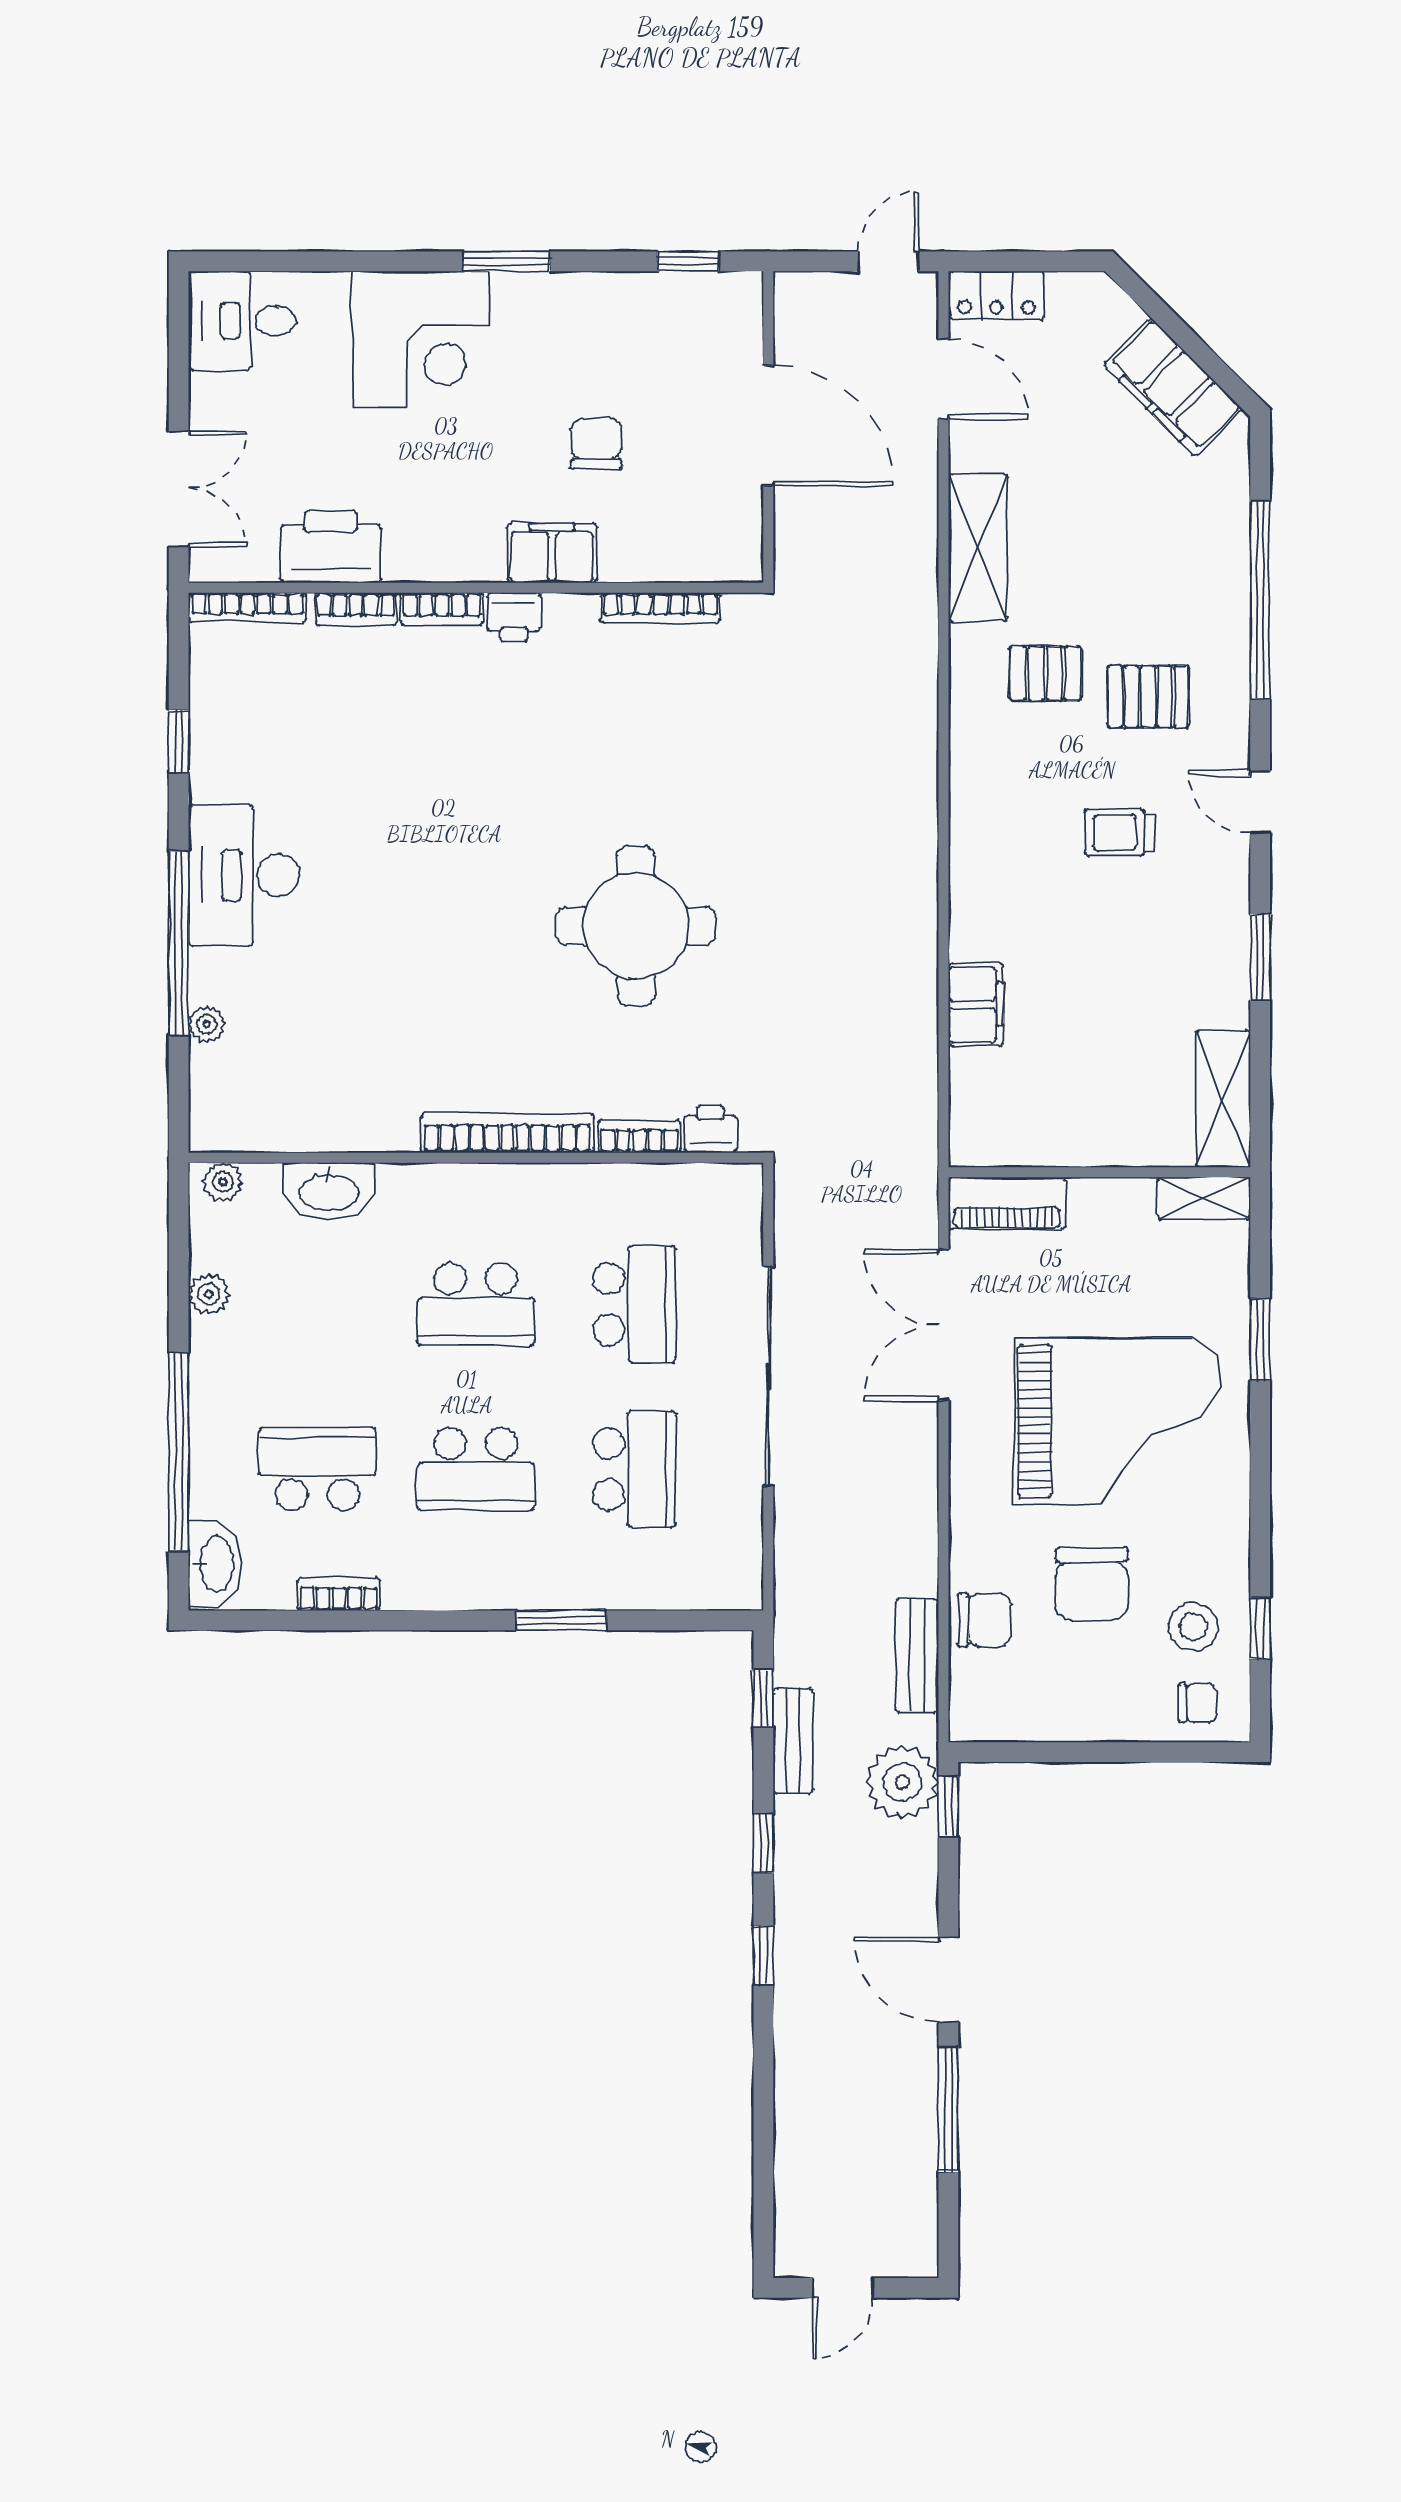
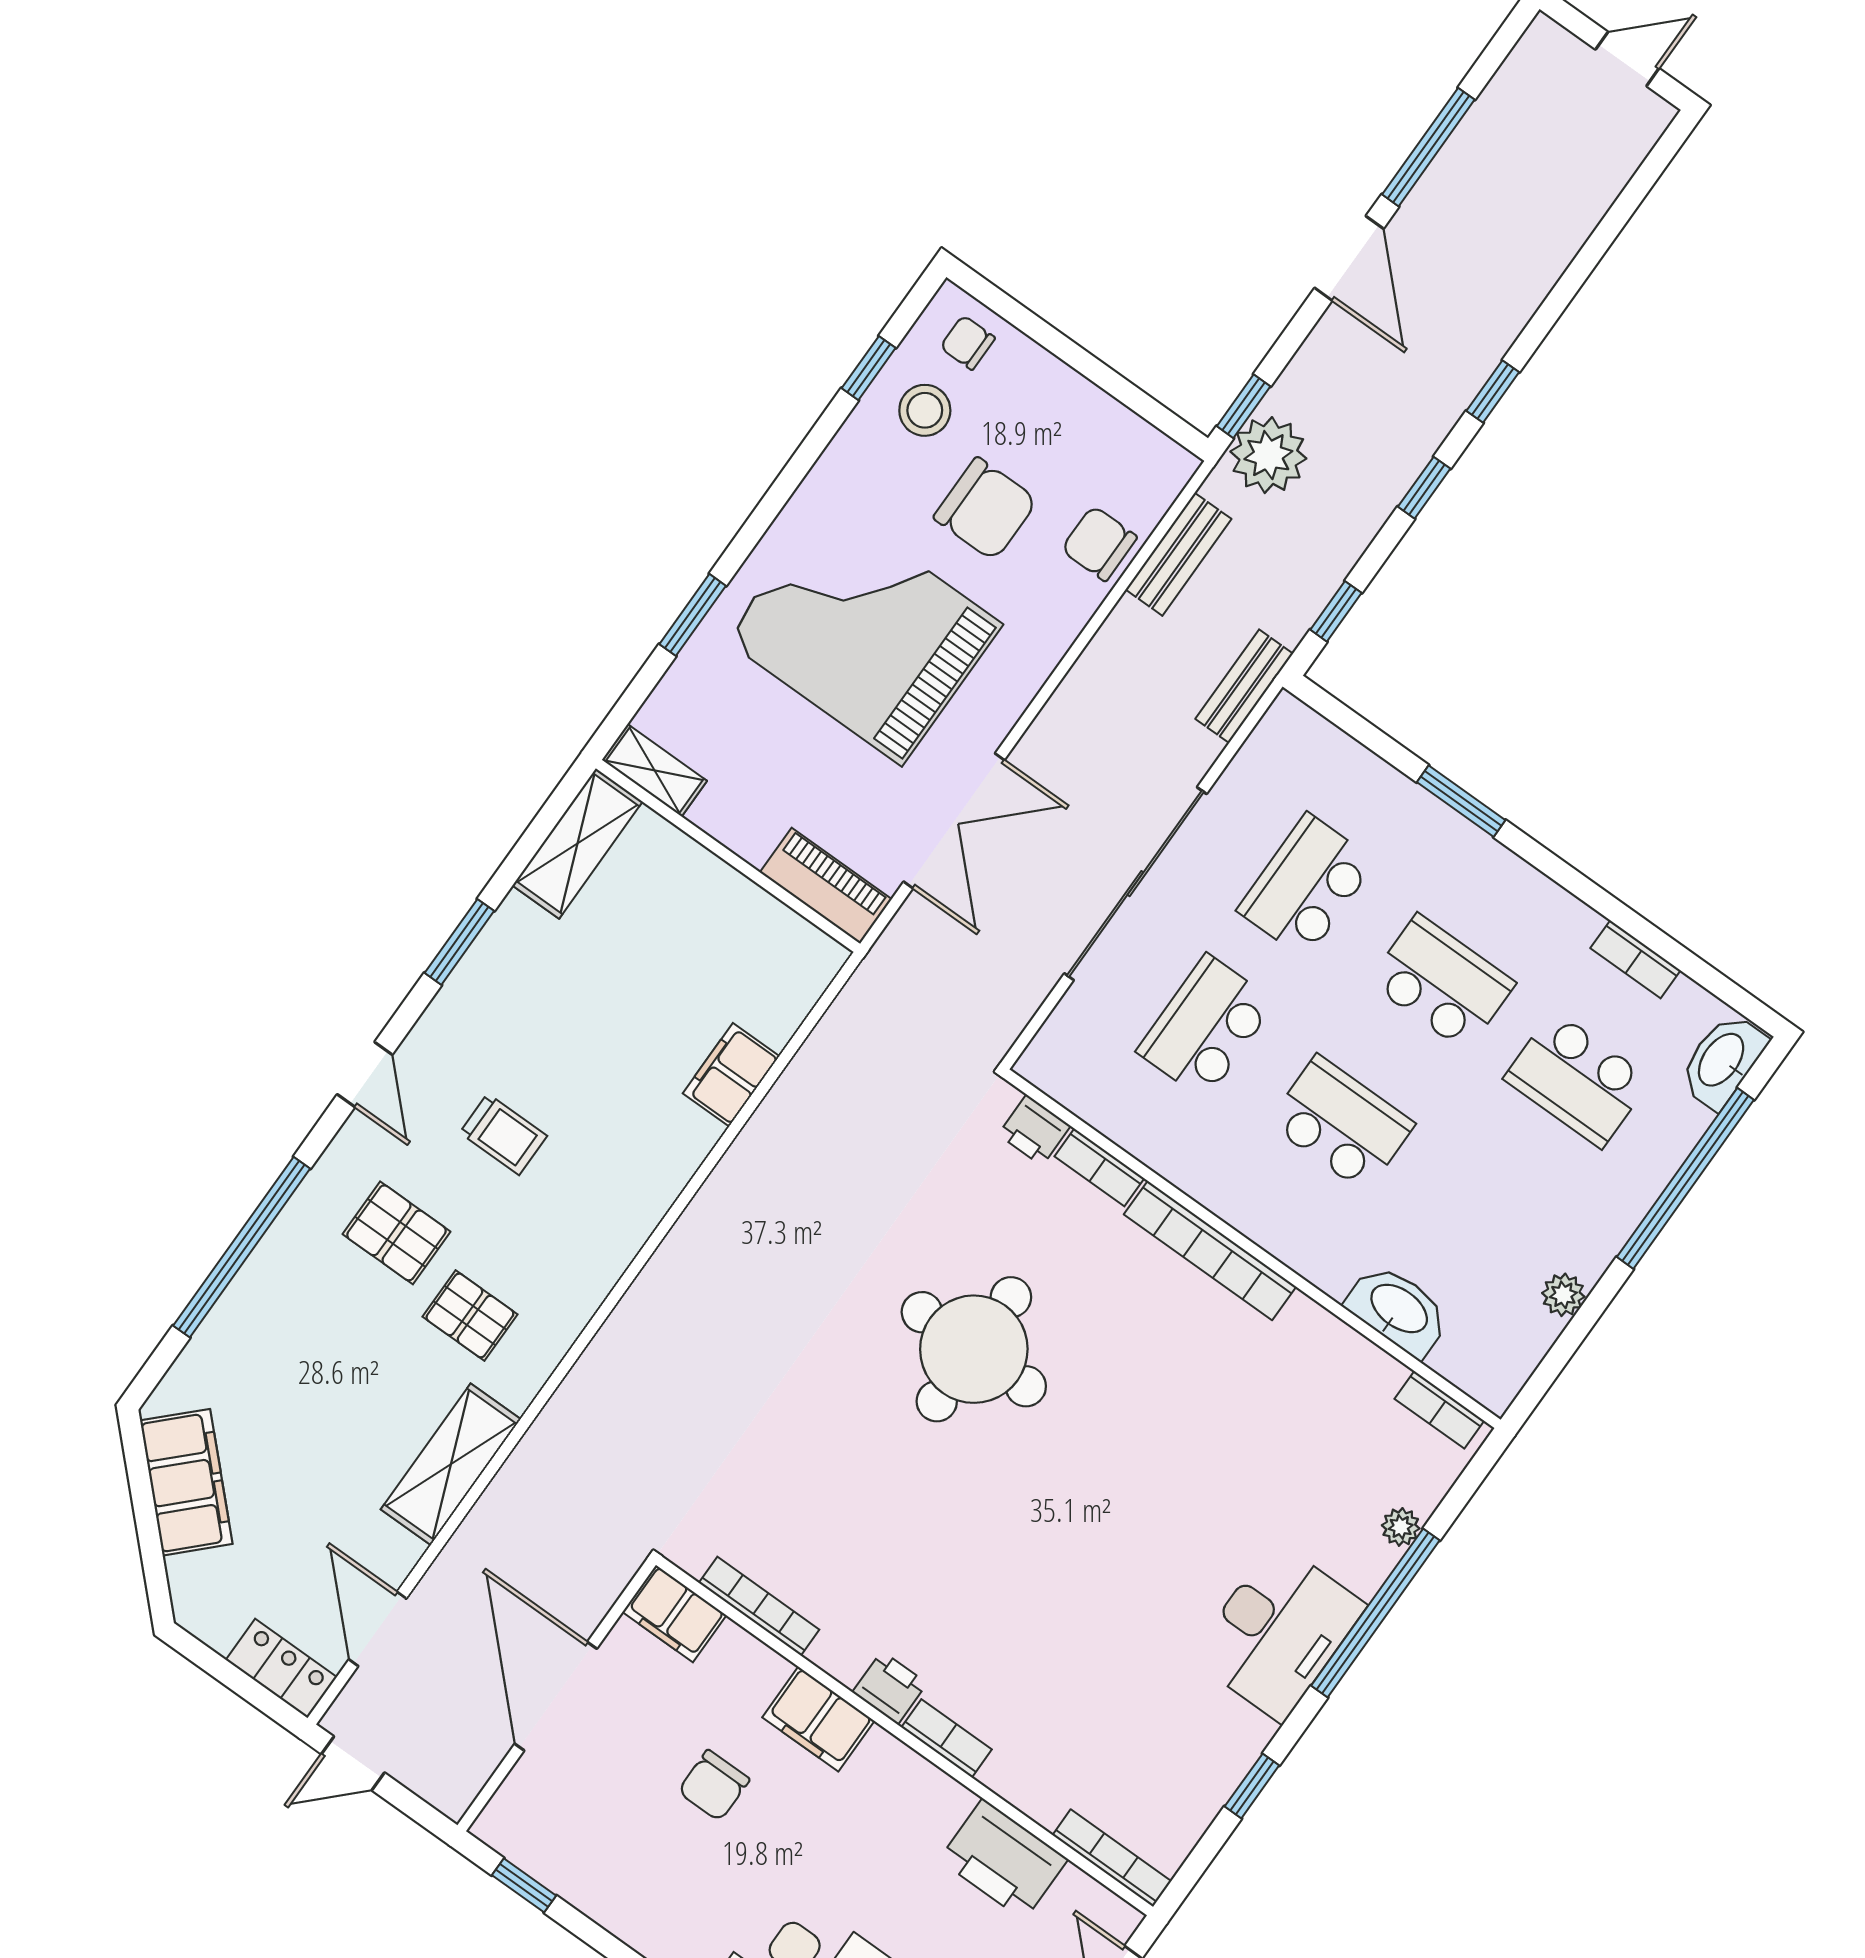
filing cabinet: (722, 555) -> (674, 1614), added
bookcase: (356, 609) -> (1439, 1410), moved, turned 180
plant: (223, 1182) -> (1483, 1382), removed
chair: (1092, 1584) -> (985, 509), turned 90
bench: (793, 1741) -> (1244, 686), moved

